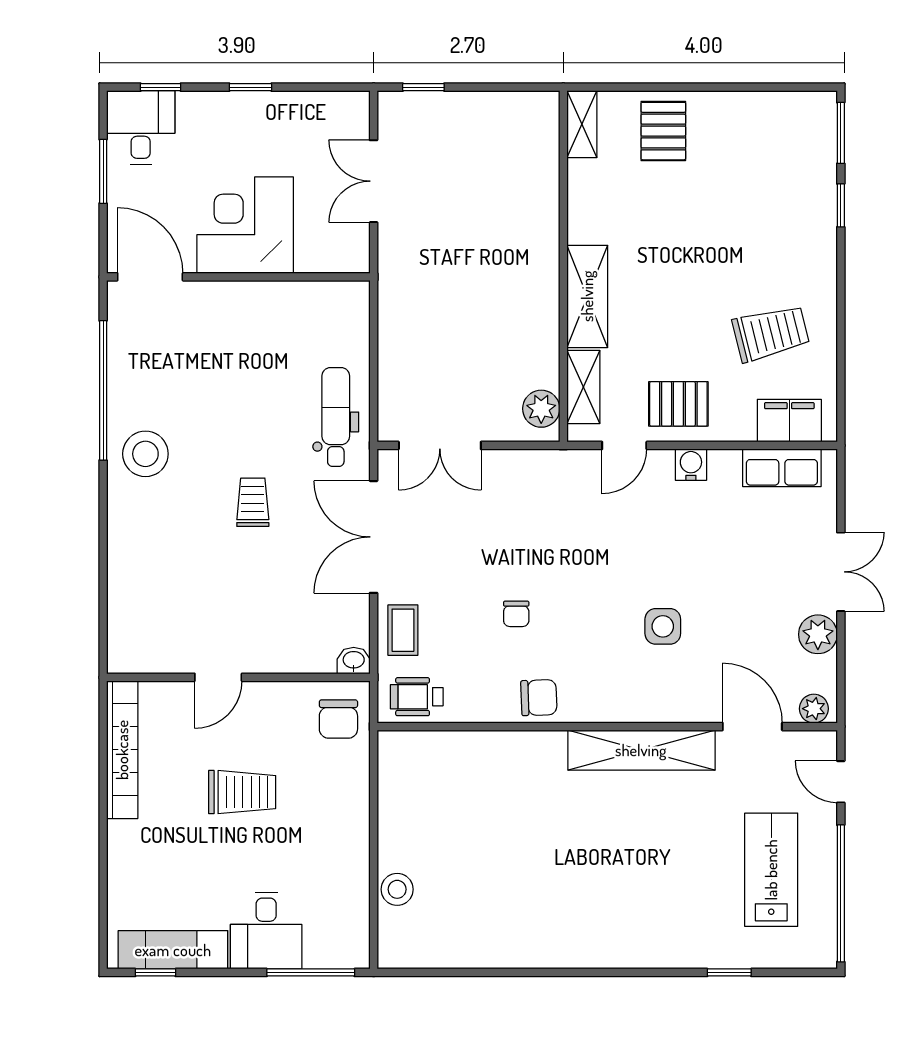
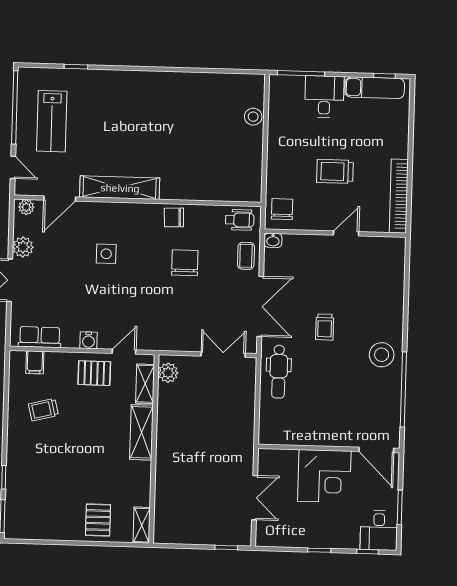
trolley: (771, 333) -> (43, 410), width x0.73, depth x0.72
filing cabinet: (789, 421) -> (35, 362), width x0.50
chair: (516, 614) -> (185, 263), width x1.87, depth x1.87
door: (752, 727) -> (60, 198), hinge flipped

